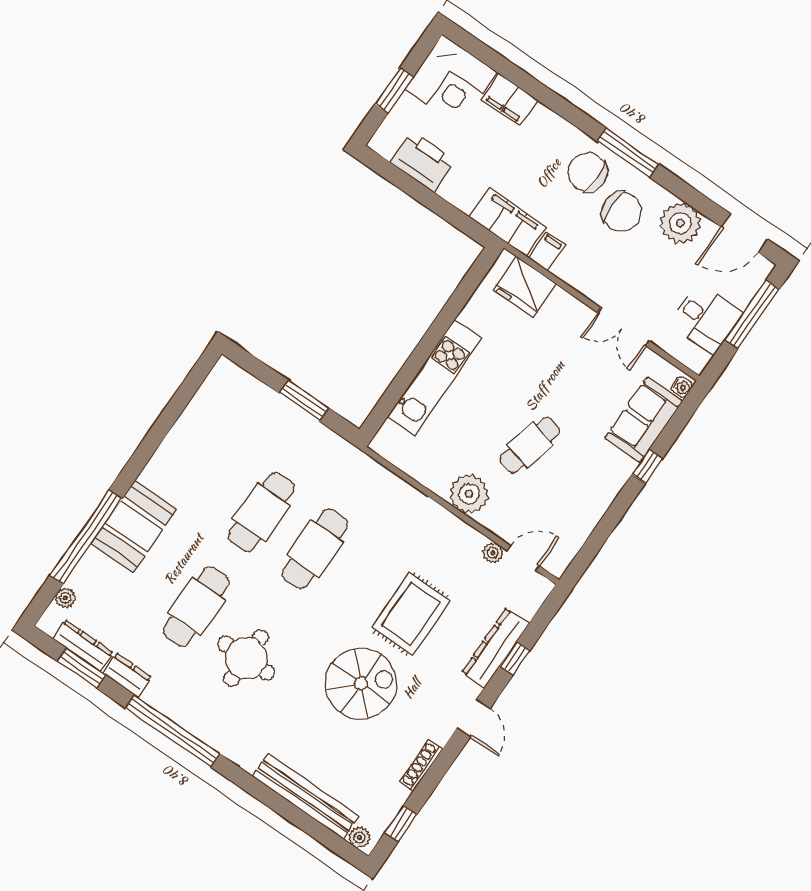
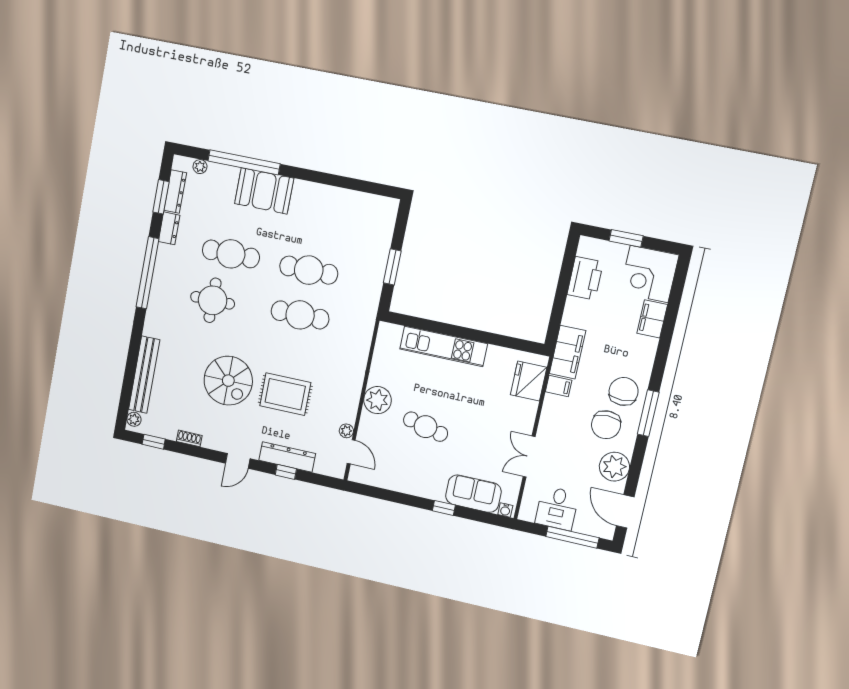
shoe rack: (421, 765) -> (189, 438), width x0.70

